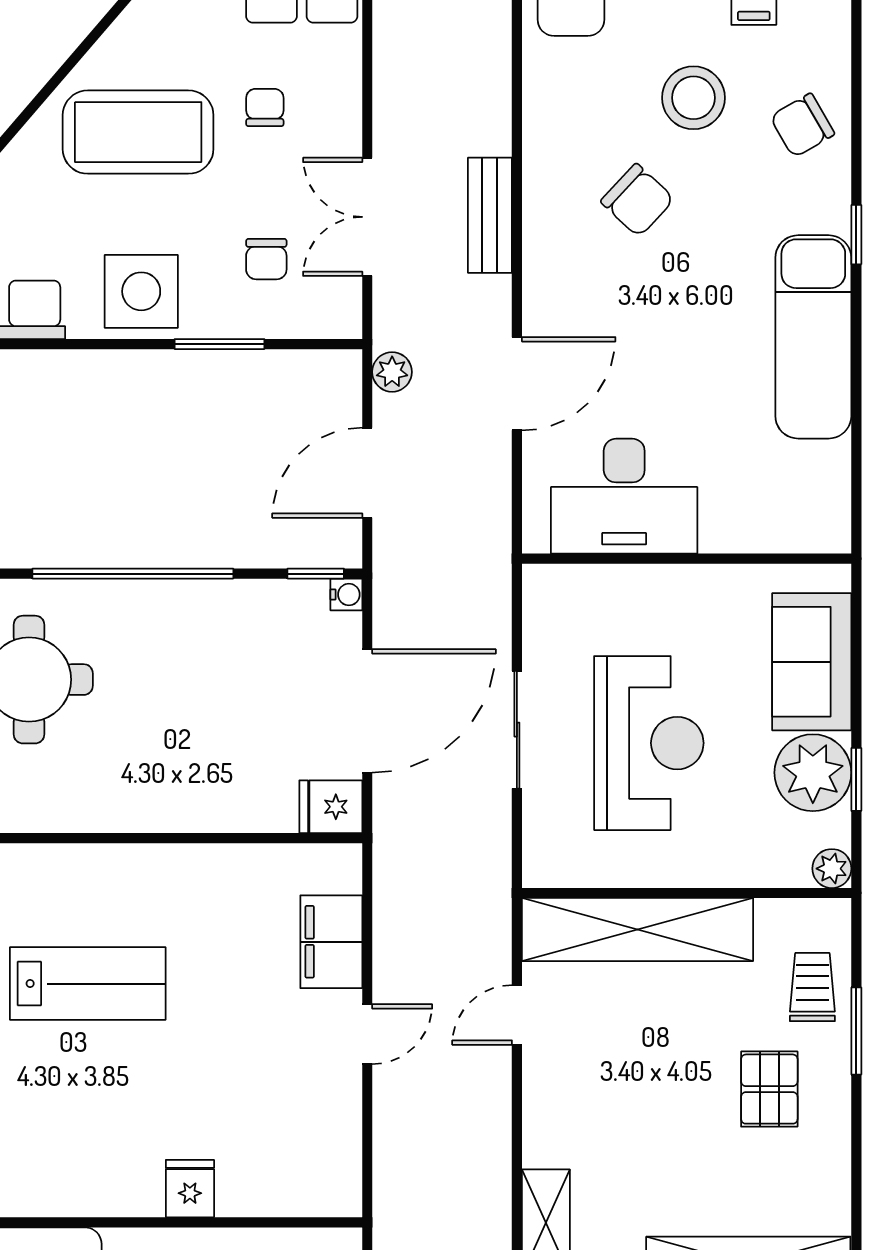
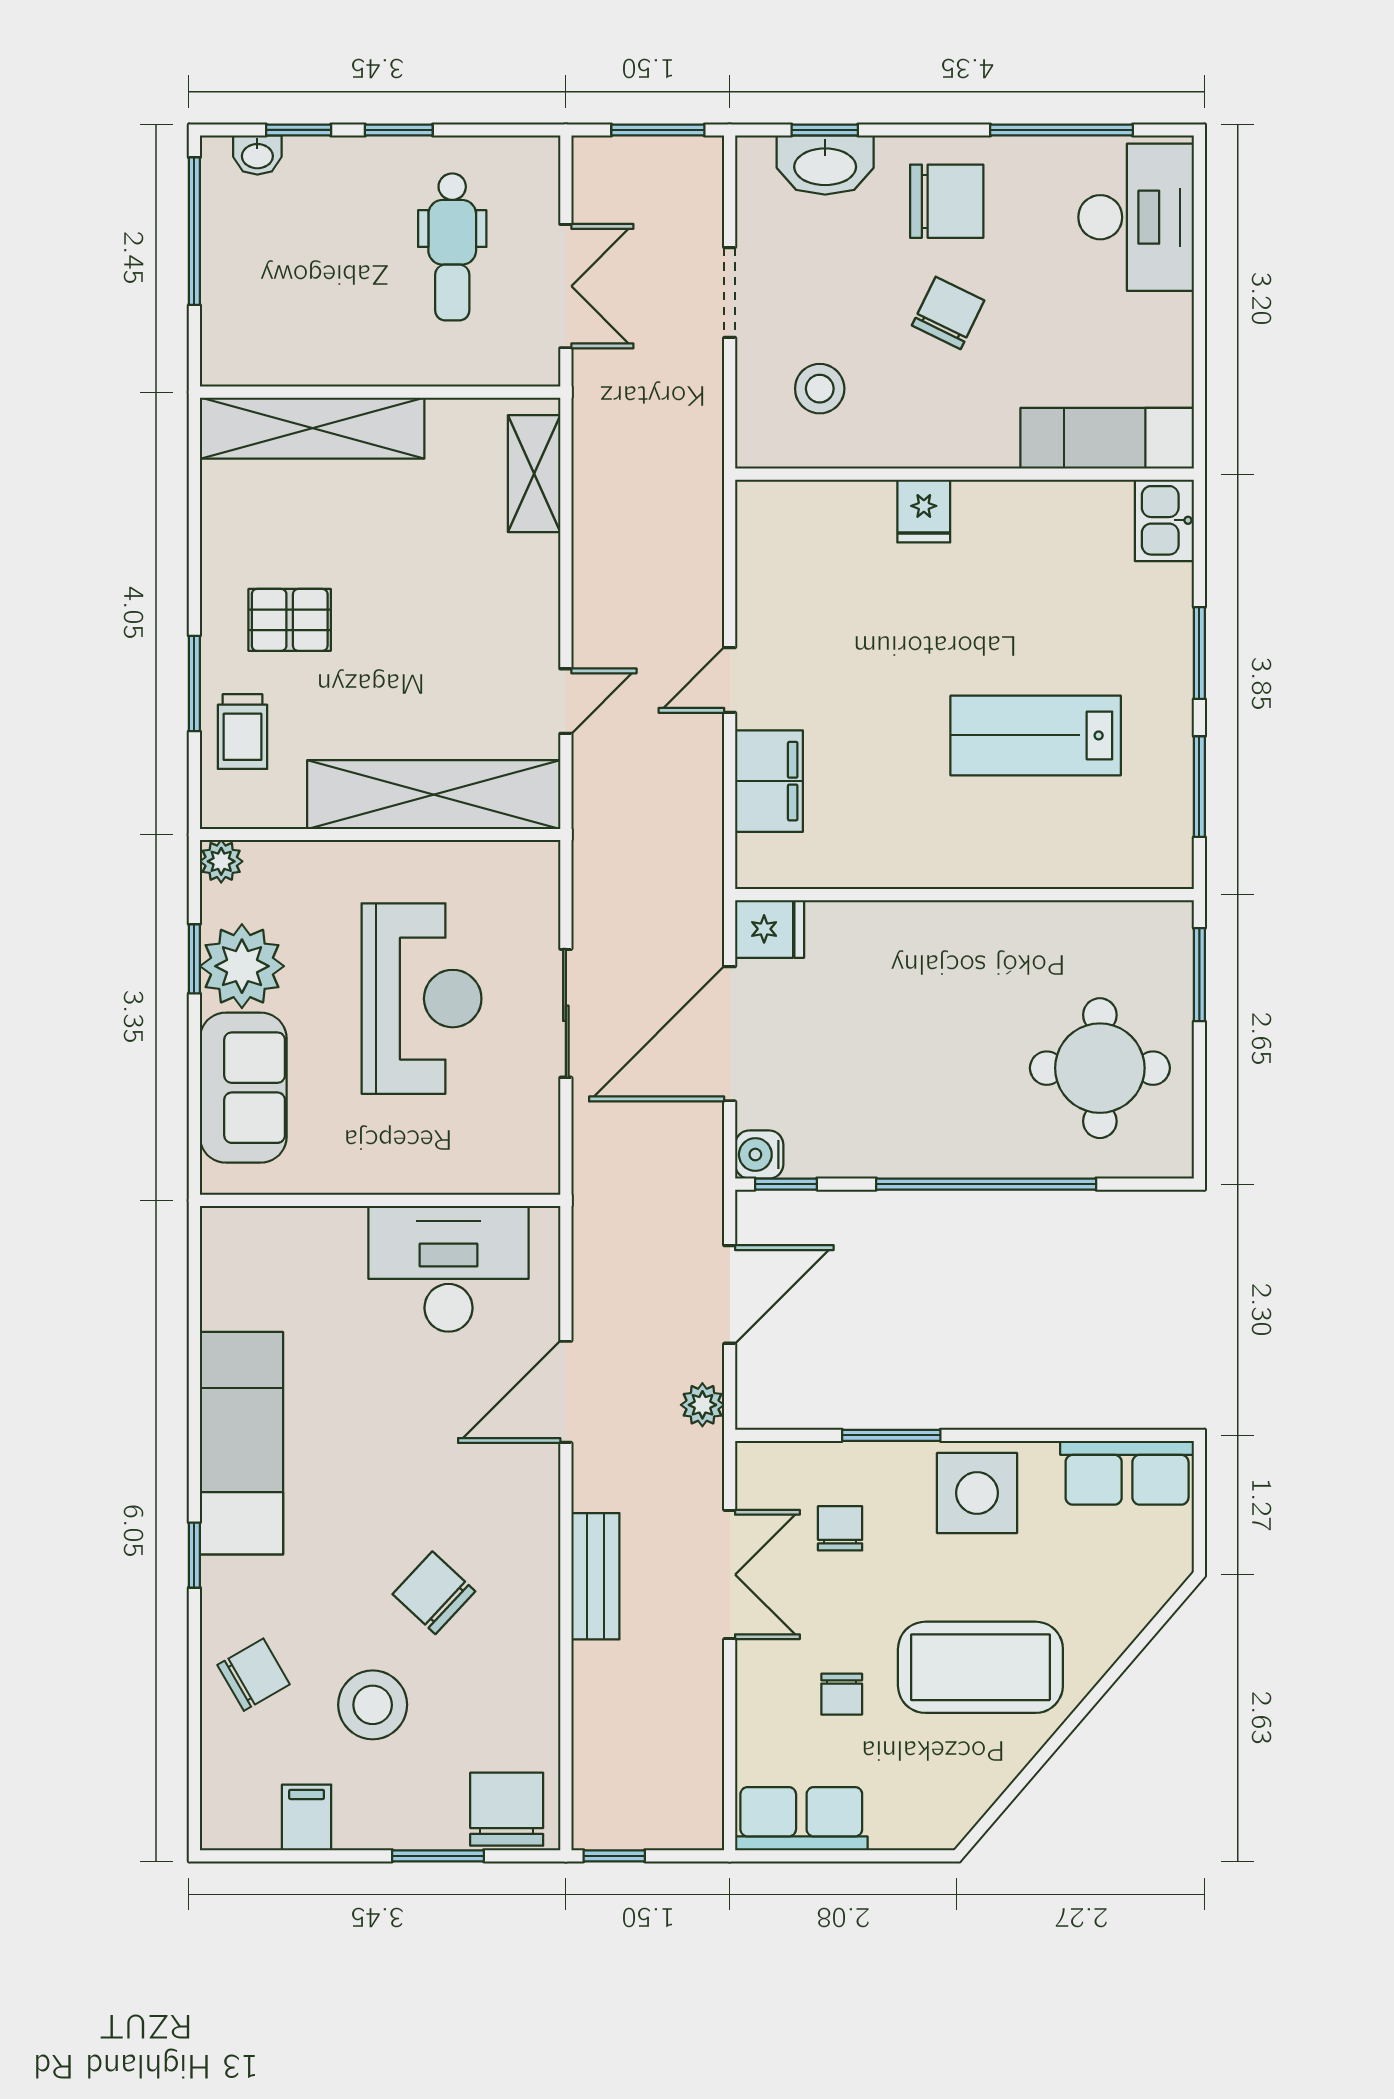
water cooler: (346, 595) -> (759, 1155), width x1.38, depth x1.38
reception desk: (649, 743) -> (422, 999), turned 180
pallet: (769, 1089) -> (290, 620), turned 90

